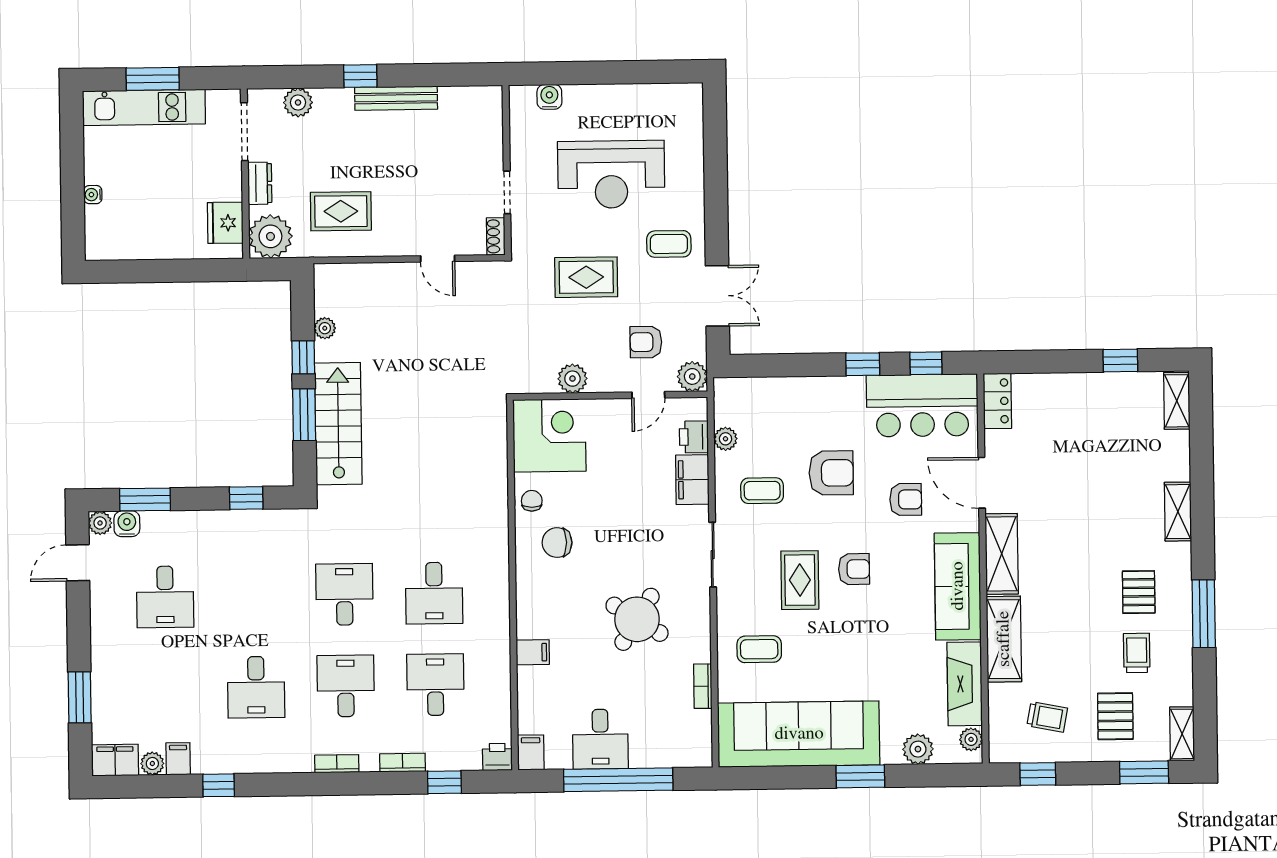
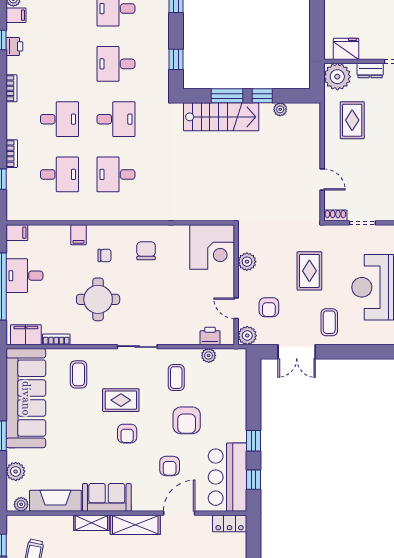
door: (438, 259) -> (322, 180), swing flipped
armchair: (646, 342) -> (269, 307), turned 180
filing cabinet: (692, 480) -> (26, 335), moved
chair: (532, 501) -> (105, 256), moved
sofa: (958, 586) -> (107, 497), width x0.73
round table: (637, 619) -> (98, 299), turned -32
shelving: (1004, 639) -> (91, 523), width x0.67, depth x0.75
desk: (256, 687) -> (116, 64), moved
printer: (497, 757) -> (14, 46), moved
bookcase: (337, 764) -> (12, 88), moved

